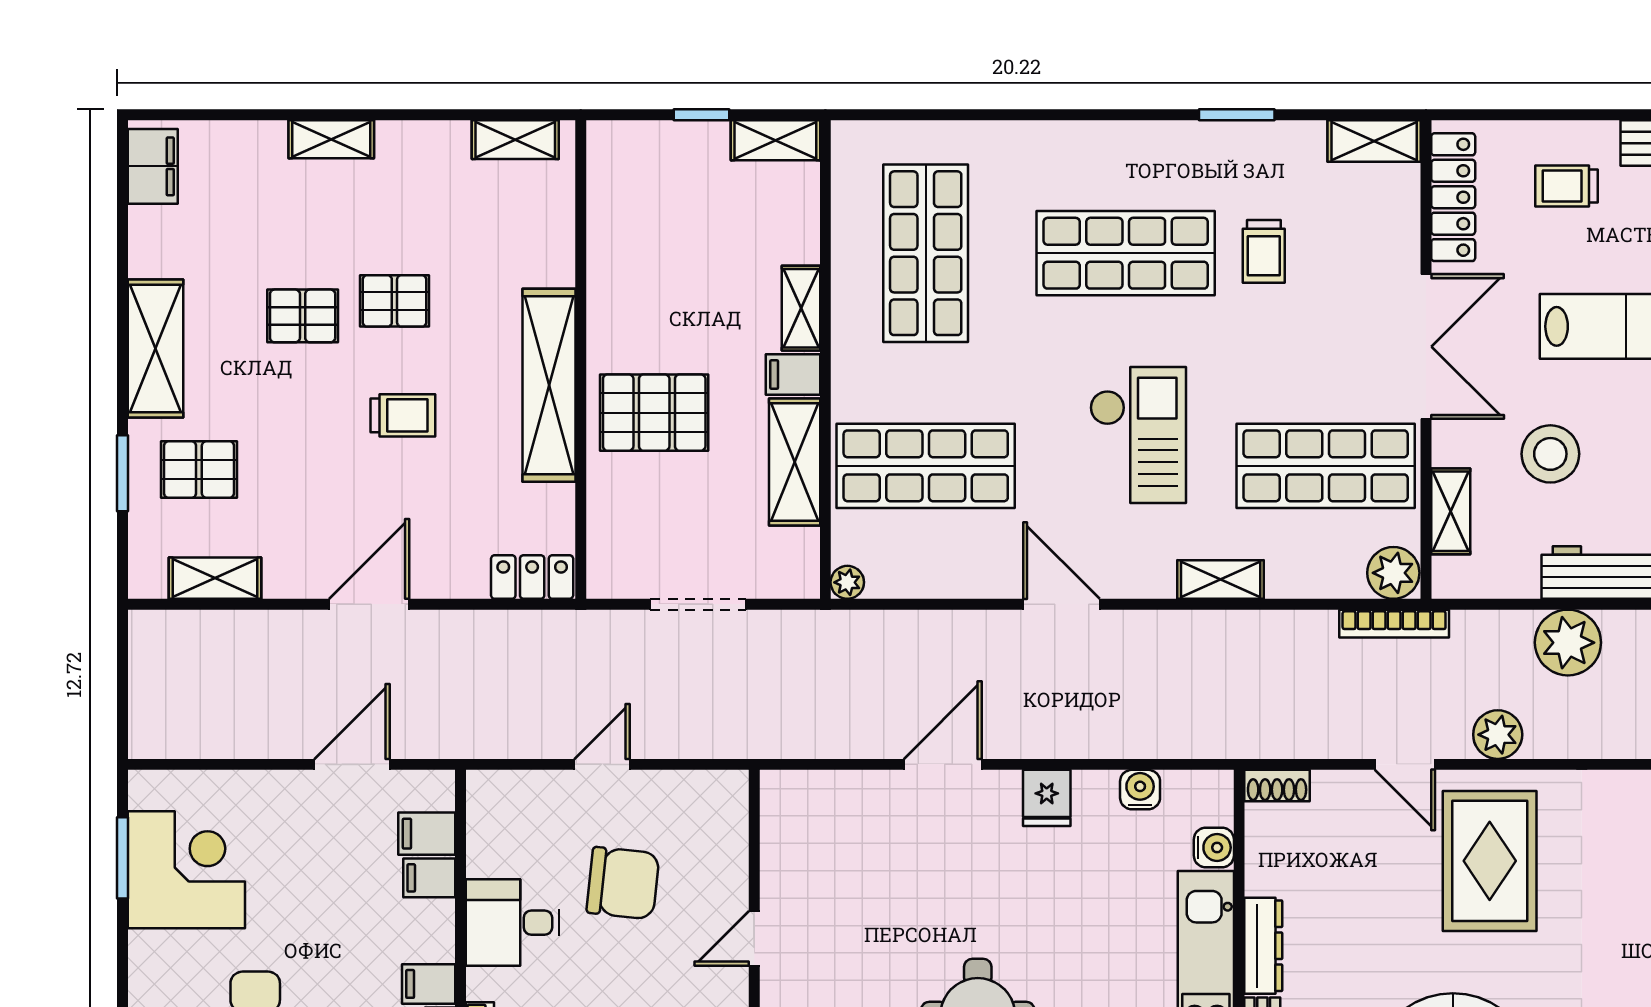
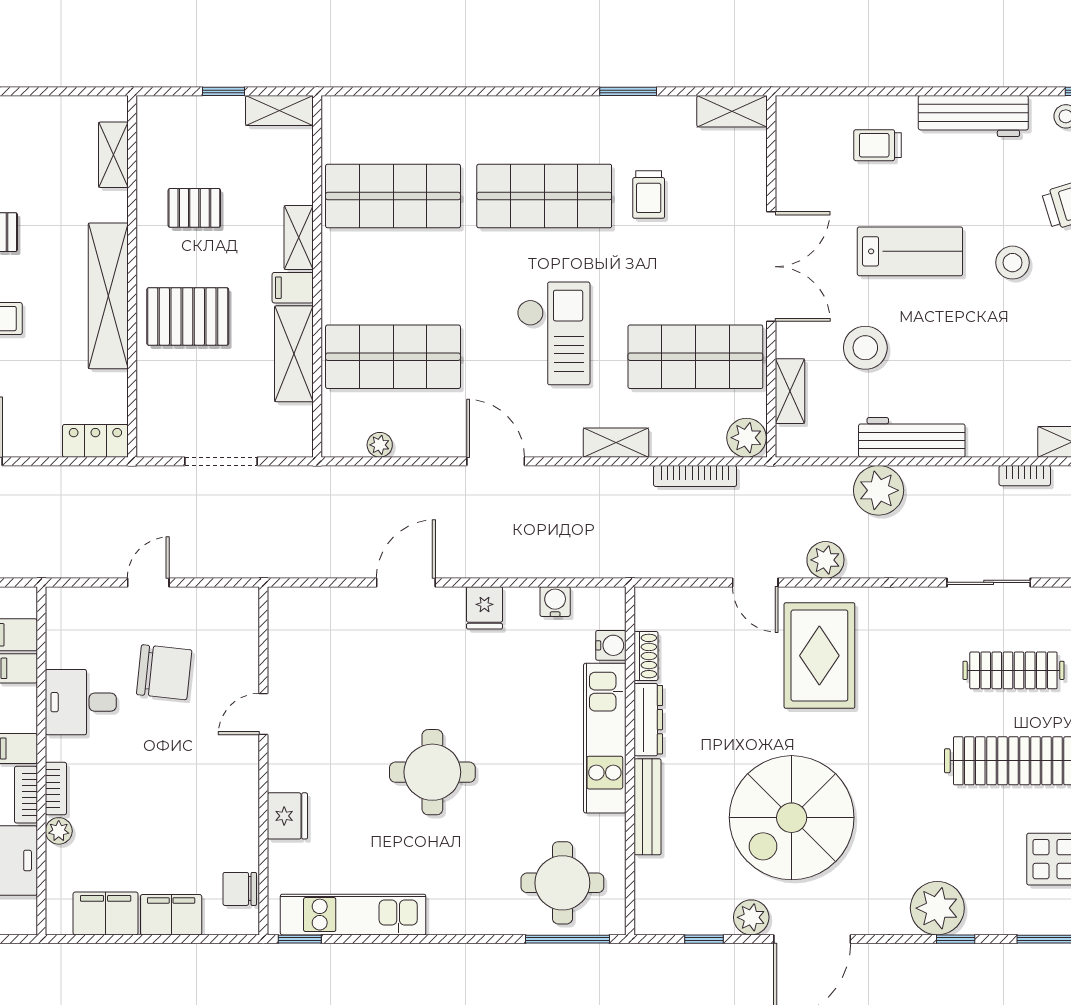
shelving: (515, 140) -> (113, 155), moved, turned 90
locker: (1453, 197) -> (792, 154), removed
shop shelf: (926, 253) -> (393, 196), turned 90
pallet: (663, 269) -> (194, 208), added
plant: (847, 582) -> (380, 445), moved
bookcase: (1394, 624) -> (695, 476), moved
shoe rack: (1277, 786) -> (646, 656), moved, turned -90

